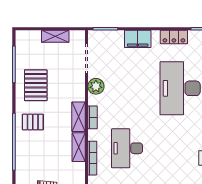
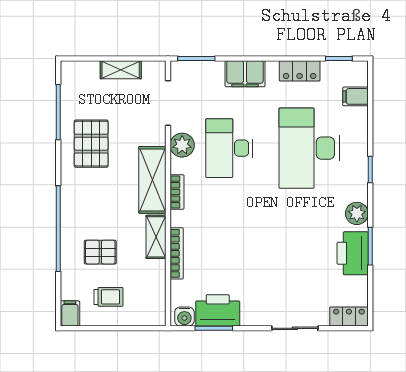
shelving: (78, 117) -> (152, 180), width x1.50, depth x1.33
pallet: (33, 122) -> (100, 252), moved
desk: (127, 148) -> (229, 148), moved

